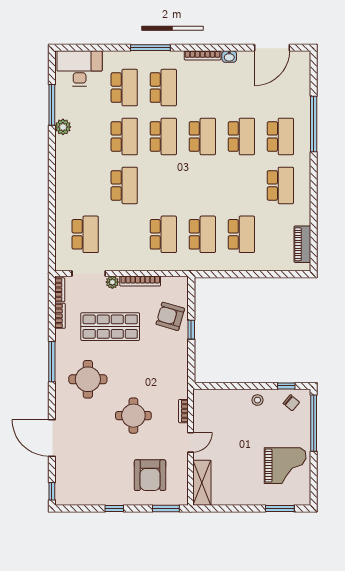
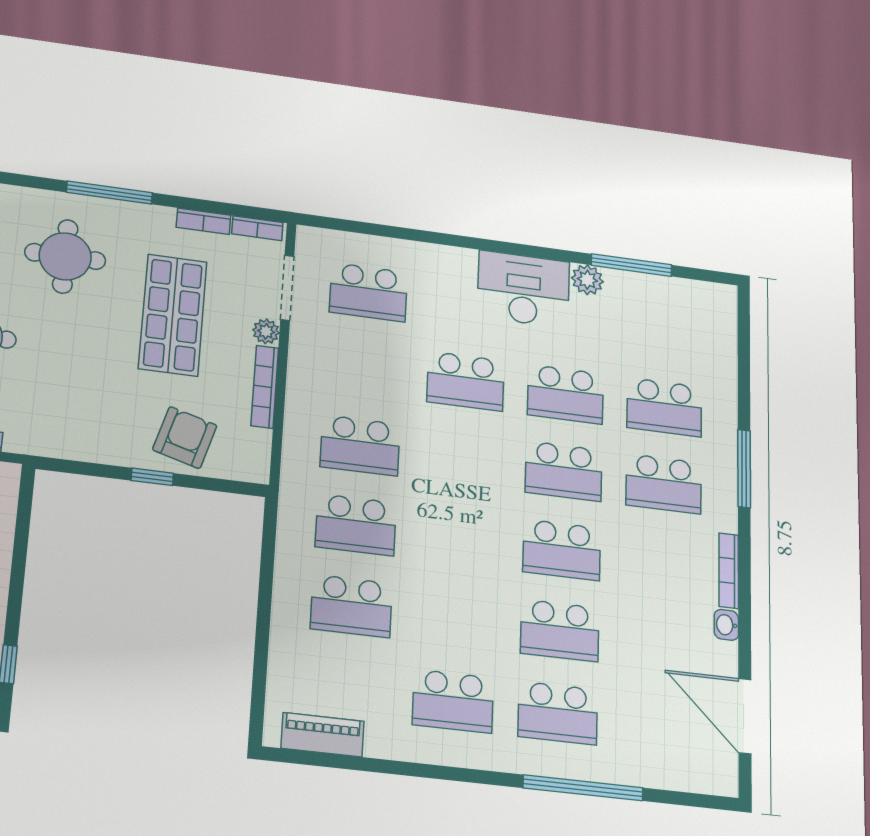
desk: (80, 68) -> (523, 289), moved, turned -90

